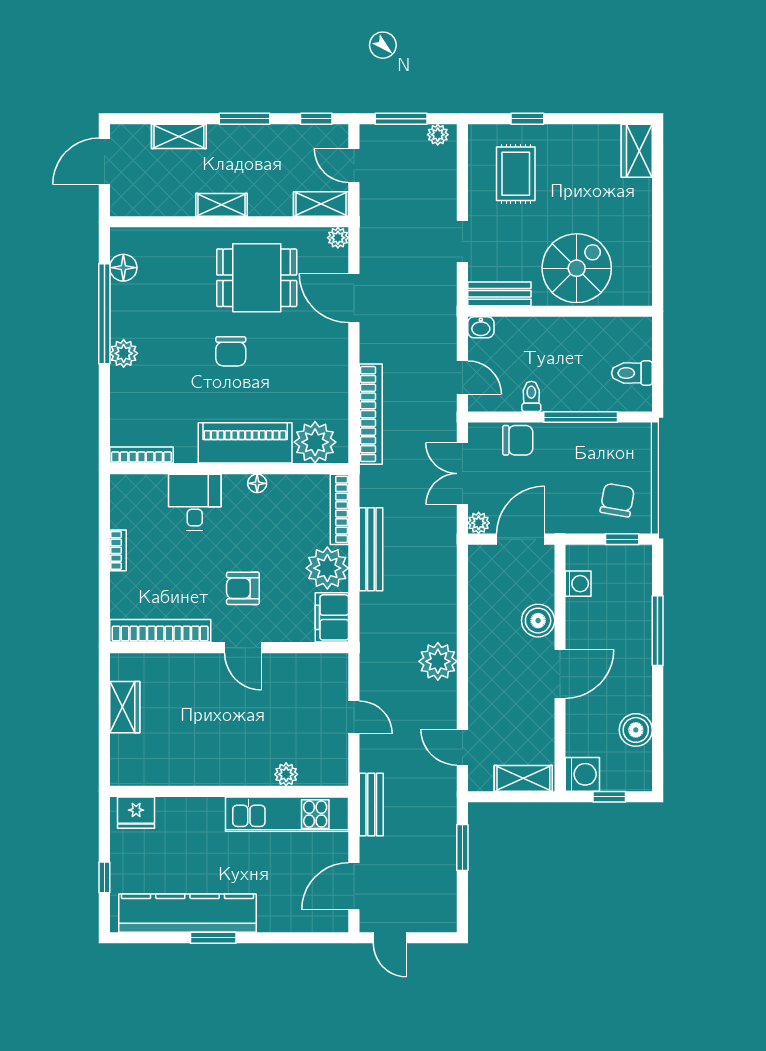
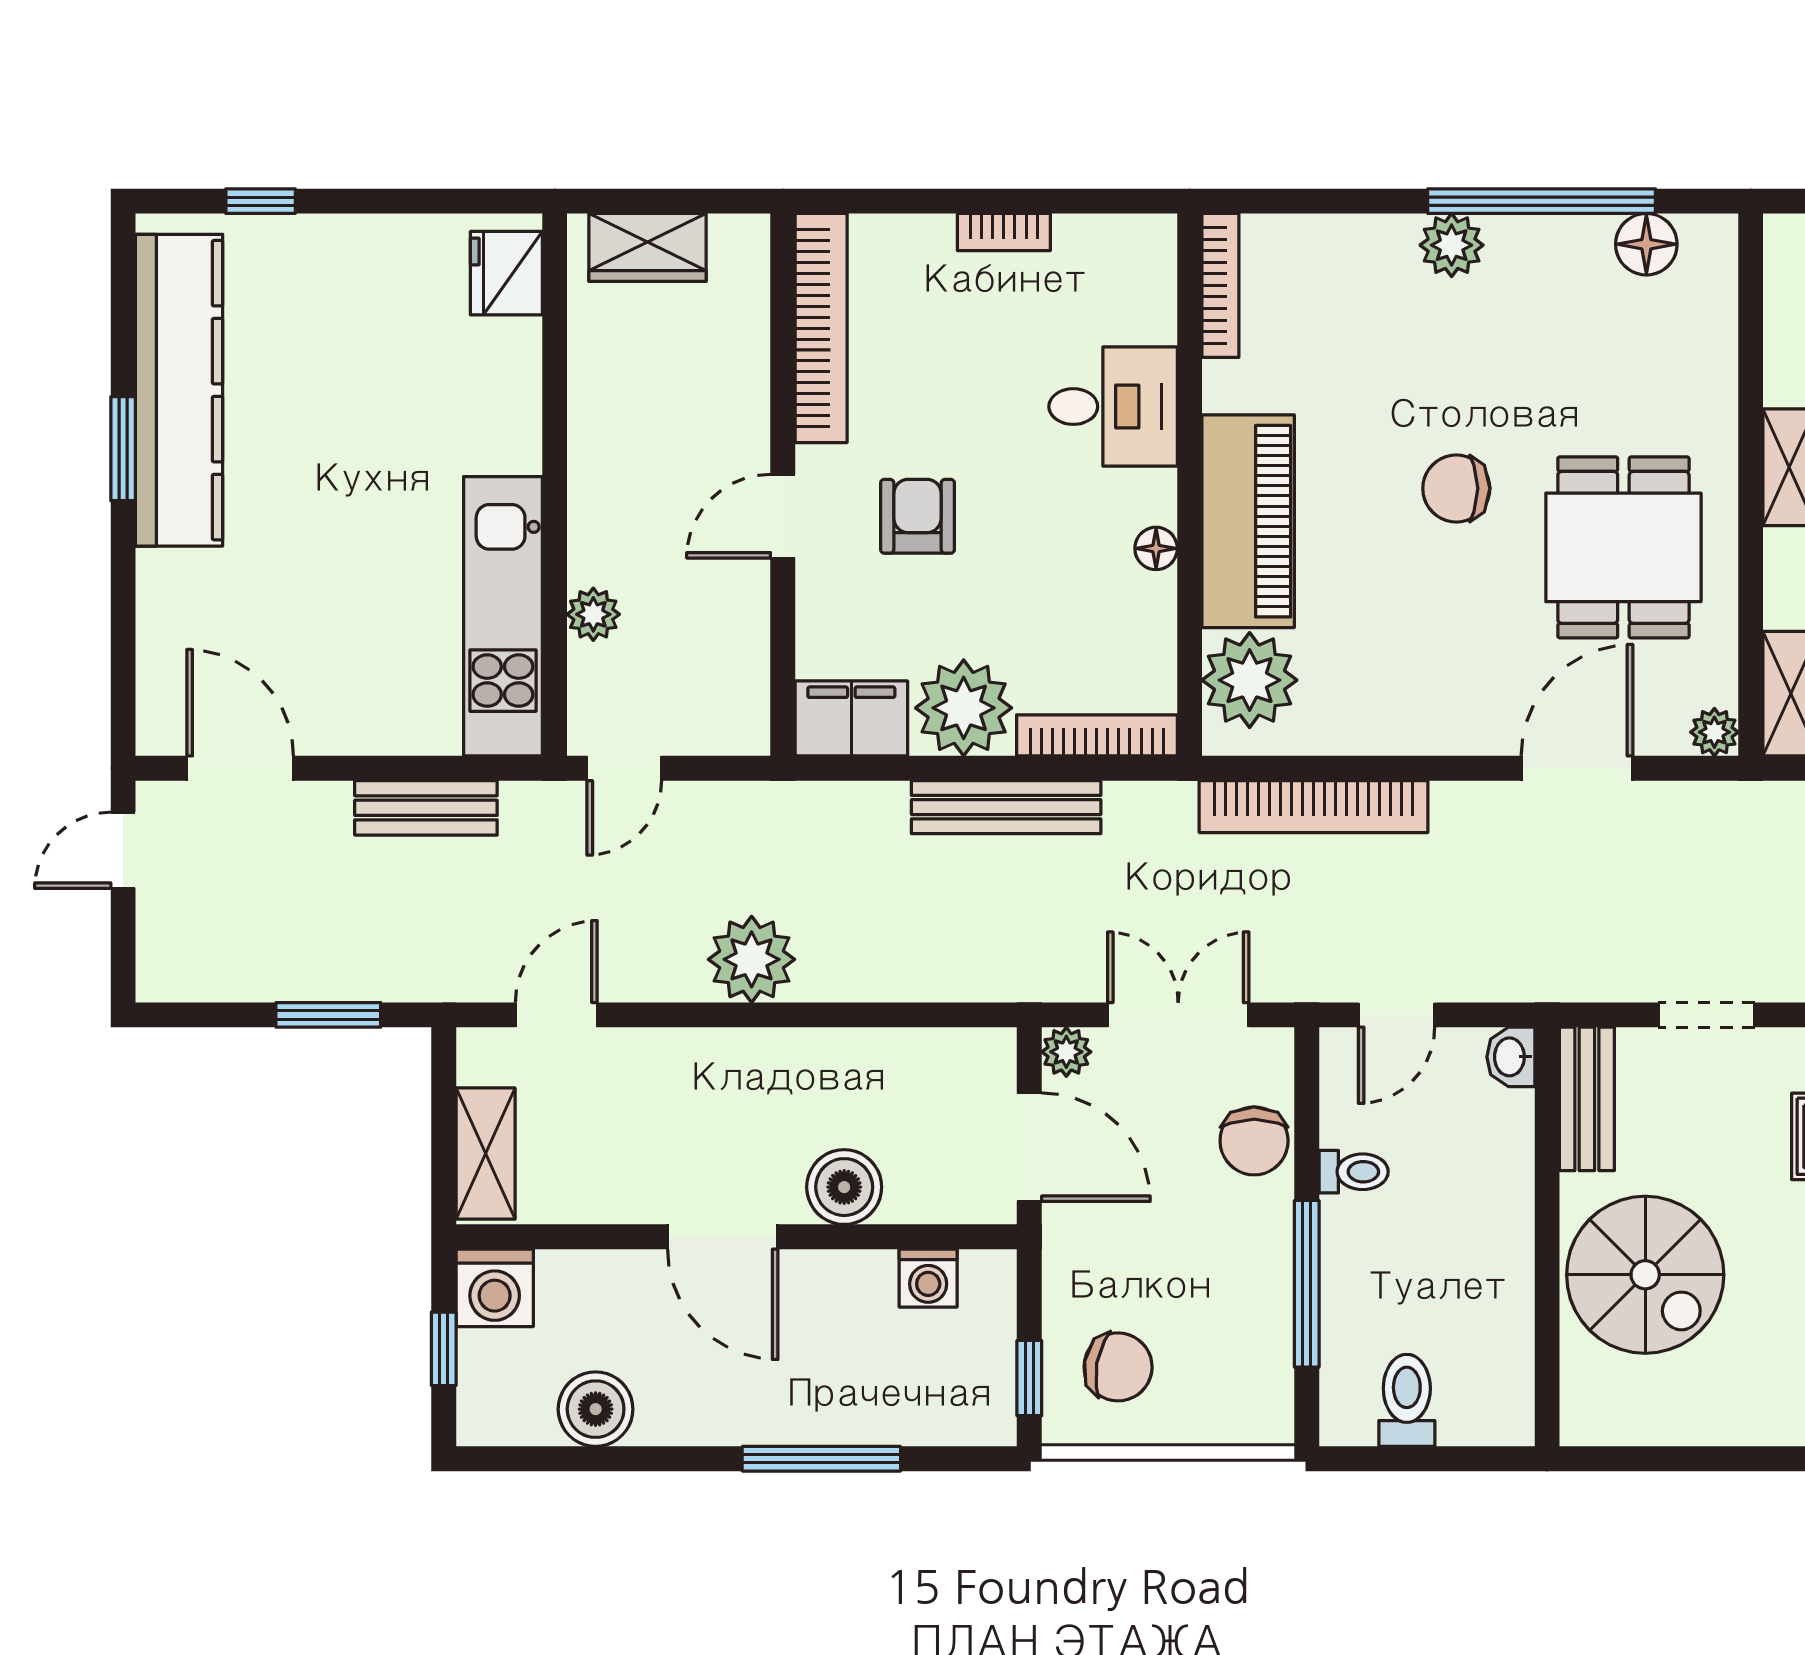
plant: (286, 774) -> (593, 614), moved
wall: (229, 791) -> (555, 485), moved
fridge: (136, 813) -> (506, 273), moved
kitchen unit: (287, 814) -> (503, 616), moved

